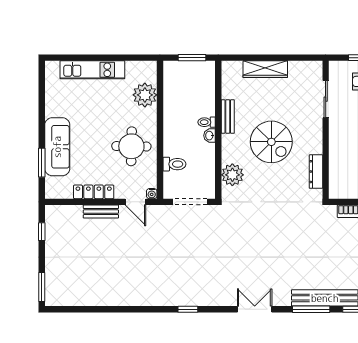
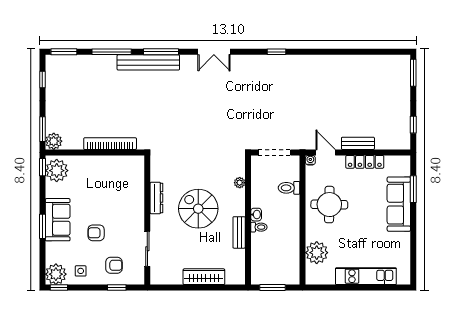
dresser: (316, 172) -> (156, 198), moved
plant: (232, 175) -> (240, 183), width x0.53, depth x0.53

